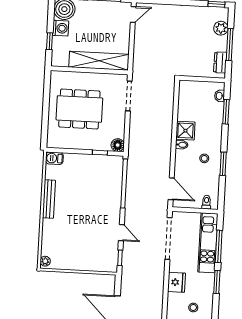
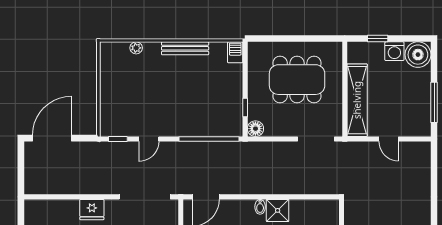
door: (133, 14) -> (389, 139), moved
dining table: (79, 109) -> (297, 80), turned 90
plant: (45, 261) -> (136, 48), moved

